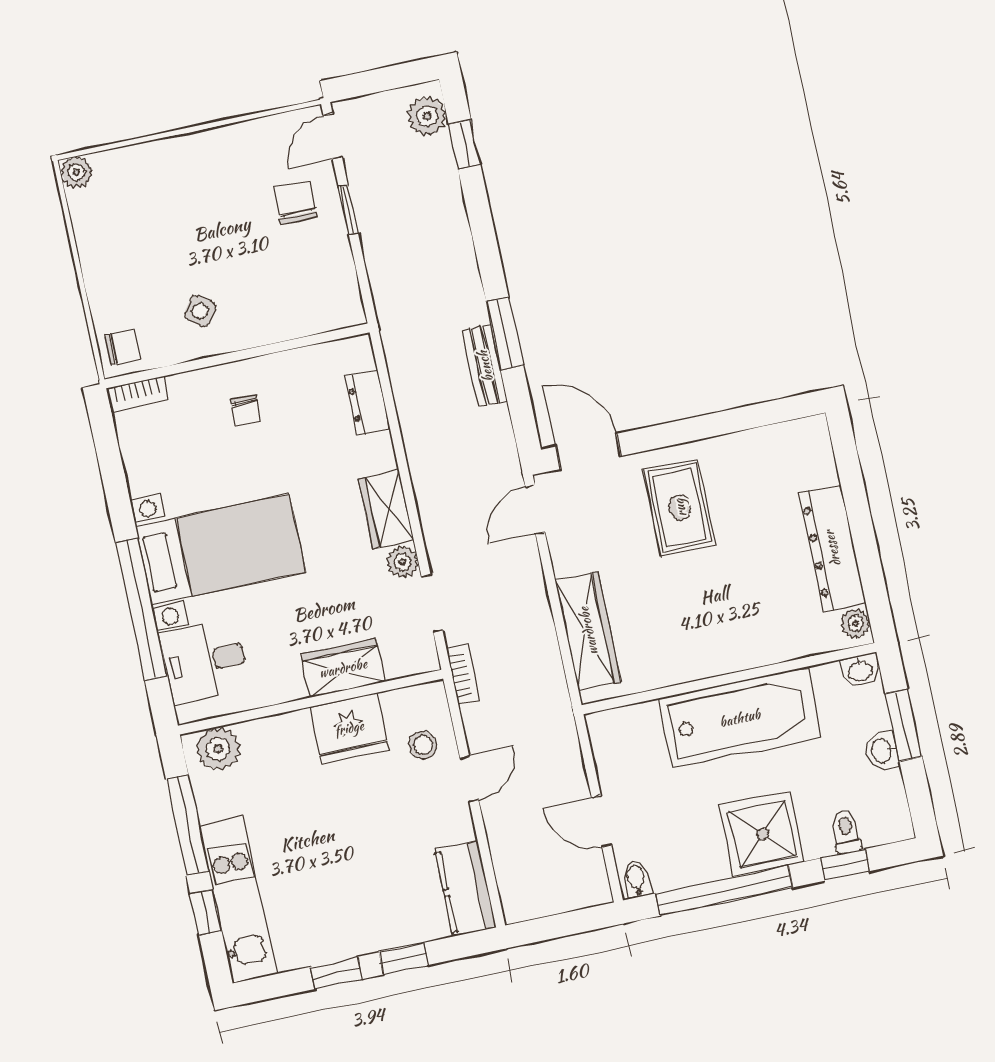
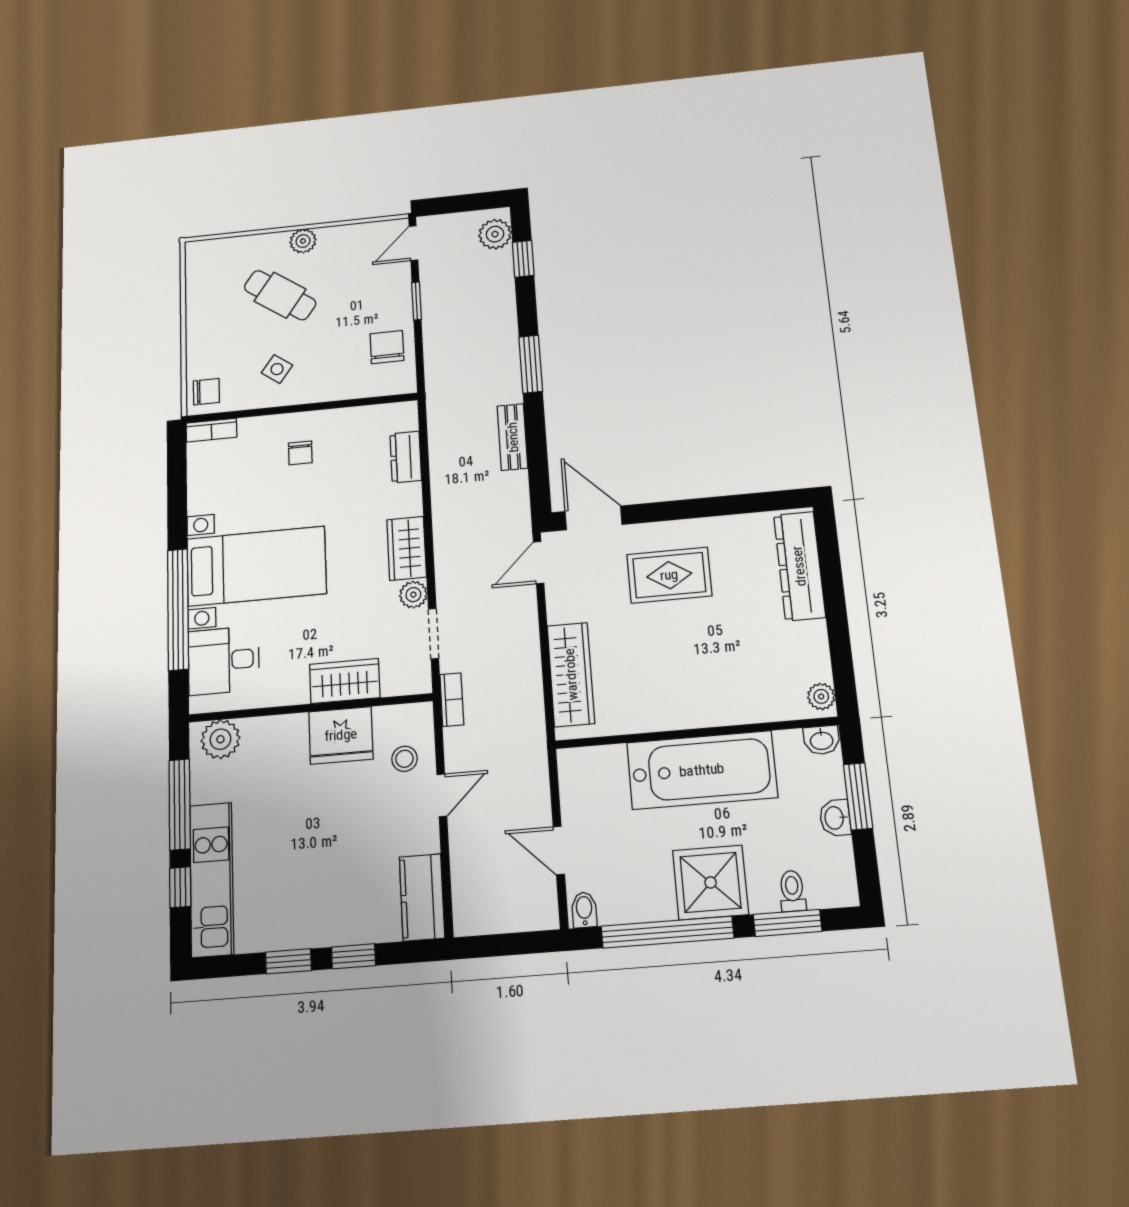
plant: (76, 172) -> (303, 241), moved
chair: (295, 202) -> (387, 347), moved
cafe table: (186, 218) -> (280, 295), added
window: (505, 334) -> (531, 364), moved
rug: (680, 508) -> (669, 575), turned 90
dresser: (832, 548) -> (799, 566), moved
window: (845, 865) -> (787, 923), width x1.50

